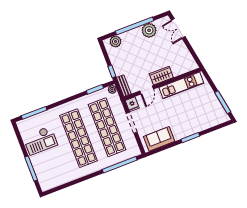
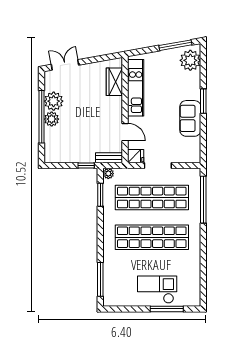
double door: (178, 28) -> (65, 65), swing flipped
plant: (116, 41) -> (52, 119), moved
wardrobe: (161, 76) -> (114, 82), moved
plant: (216, 117) -> (190, 60), added
sofa: (159, 139) -> (190, 118), moved
checkout: (40, 141) -> (157, 290), moved, turned -90

